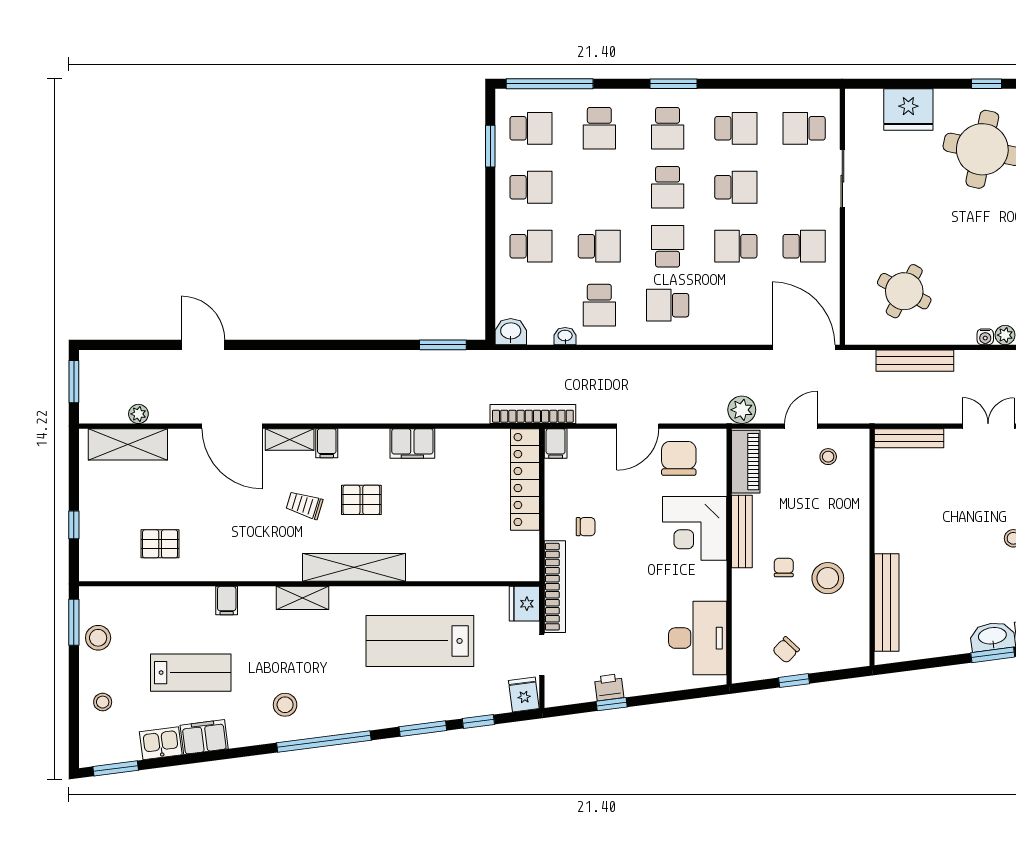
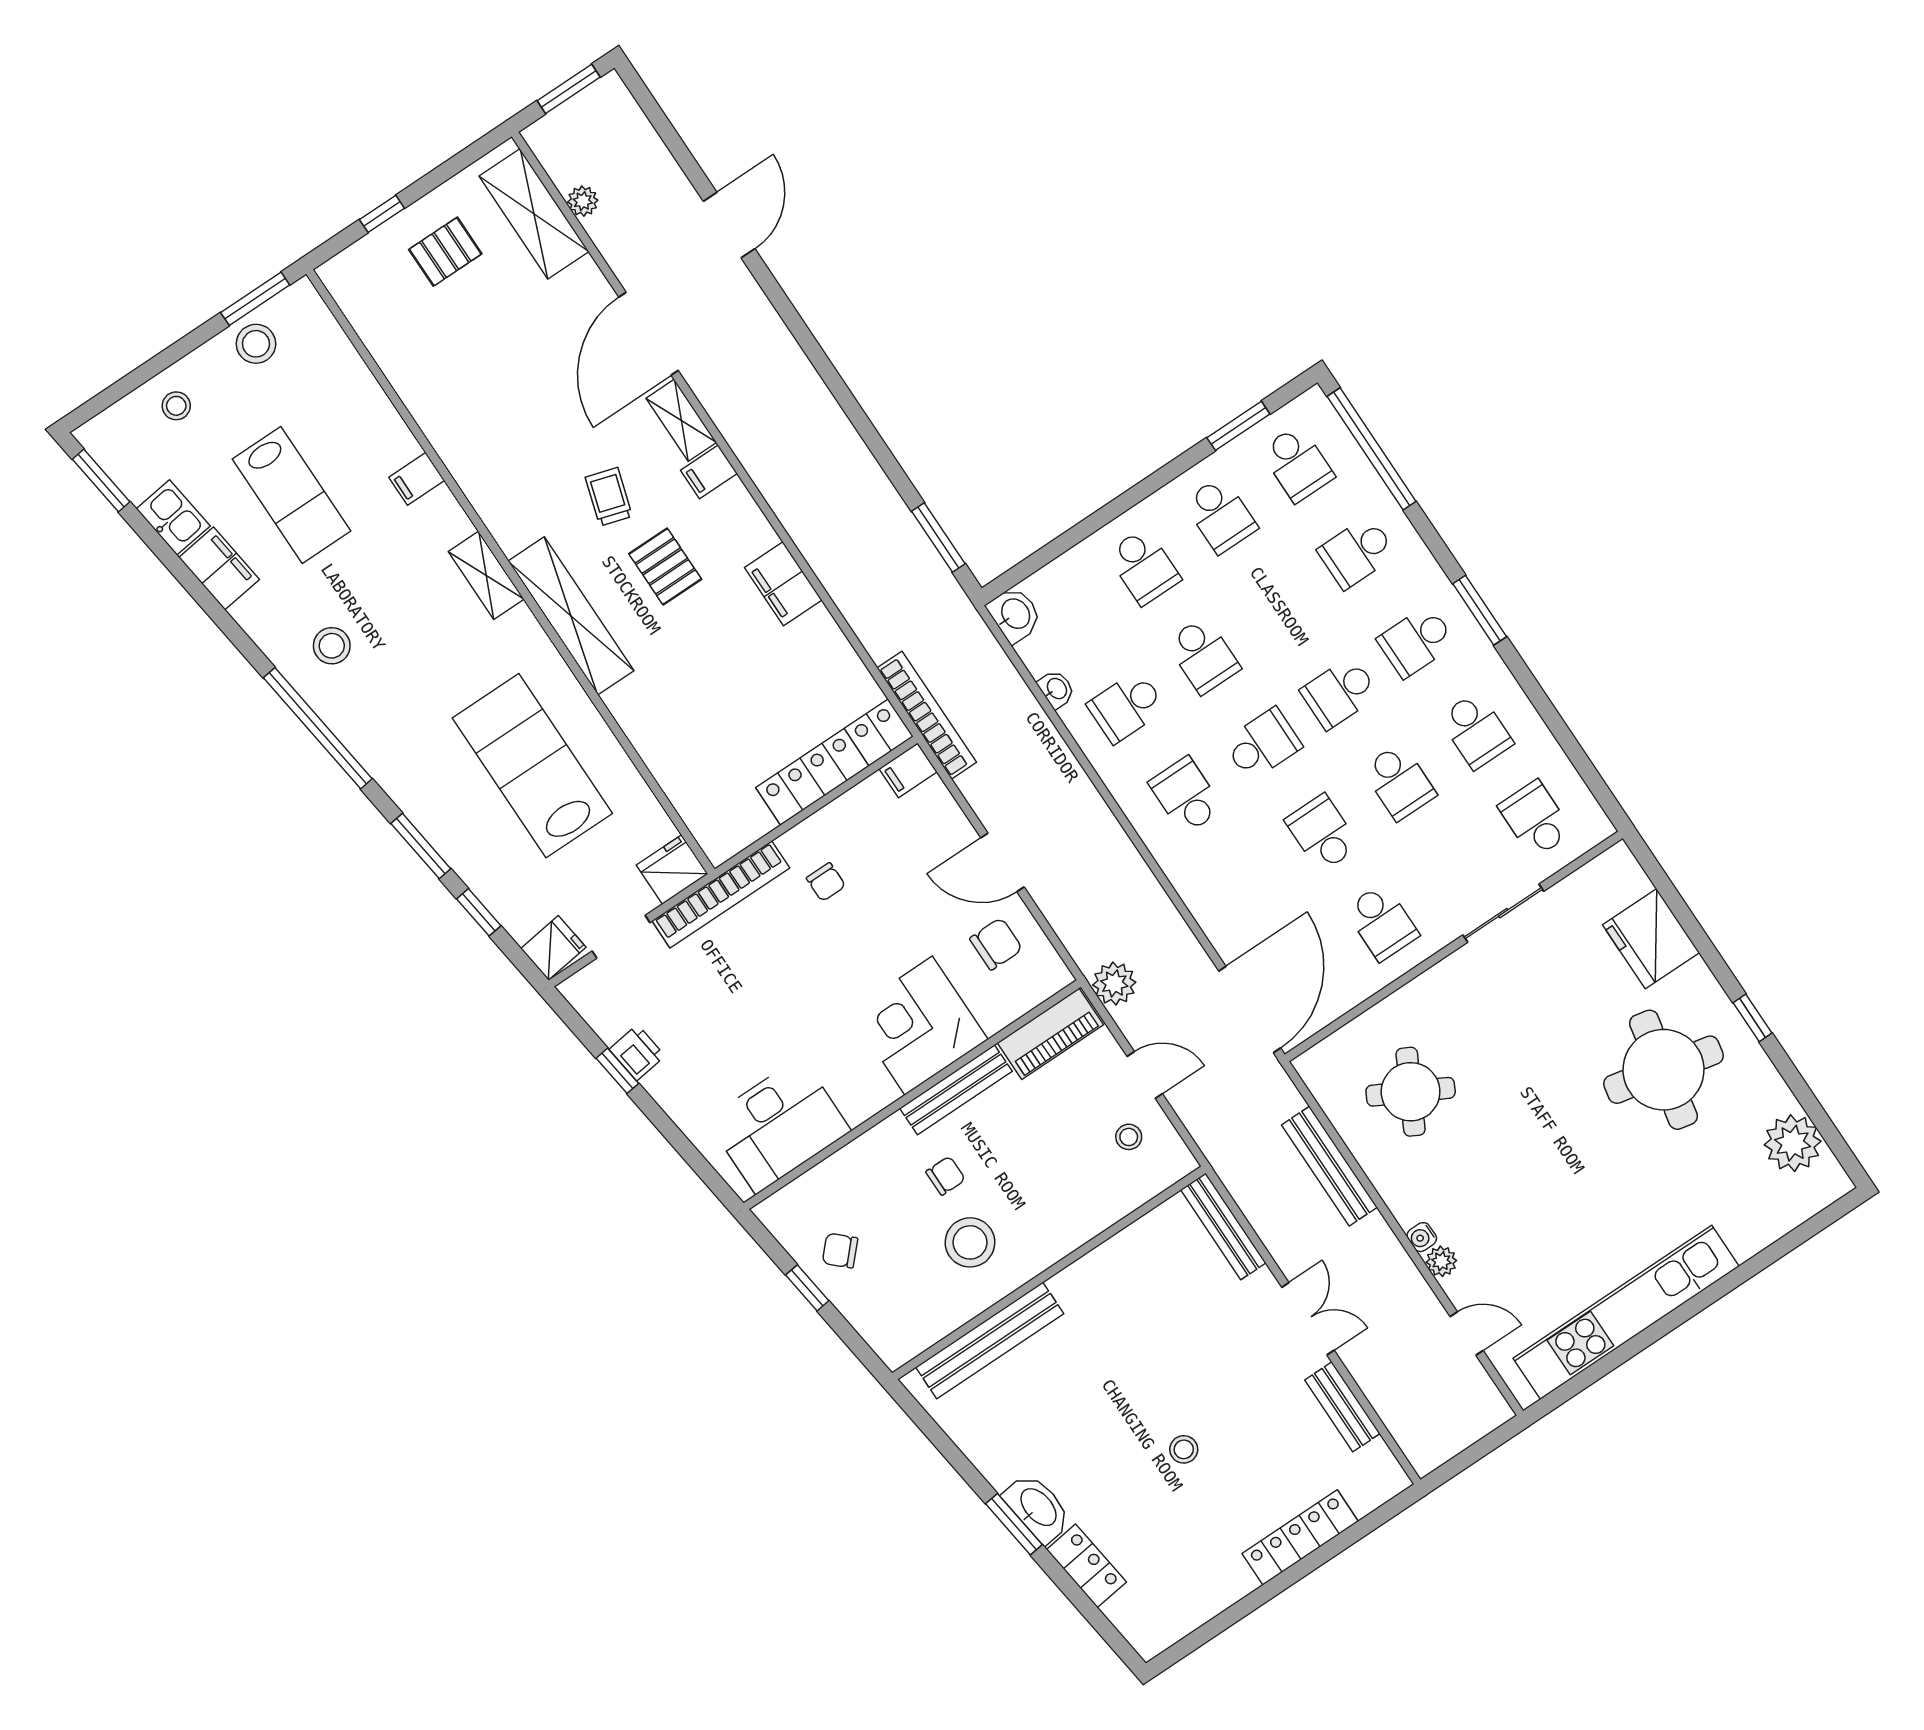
chair: (679, 458) -> (996, 944), width x0.73, depth x0.73
pallet: (160, 544) -> (445, 252), moved, turned 90

